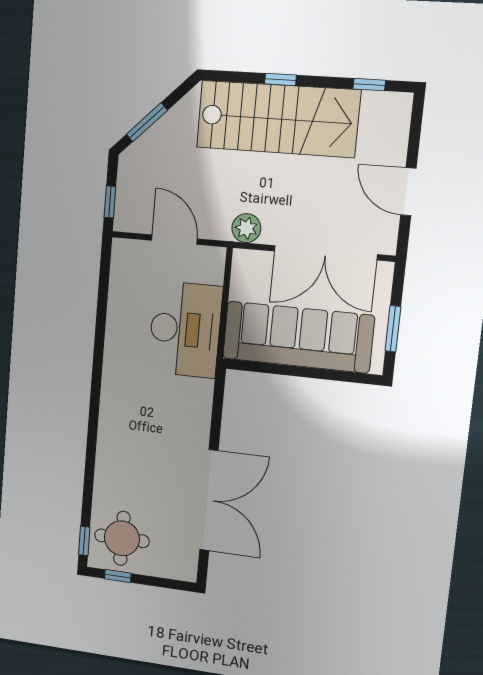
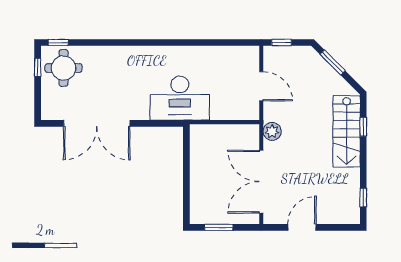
window: (280, 79) -> (363, 127), moved
stairs: (278, 119) -> (347, 131), width x0.73, depth x0.66
door: (174, 240) -> (261, 86), hinge flipped
desk: (185, 329) -> (180, 98), moved
sofa: (298, 337) -> (208, 170), removed

